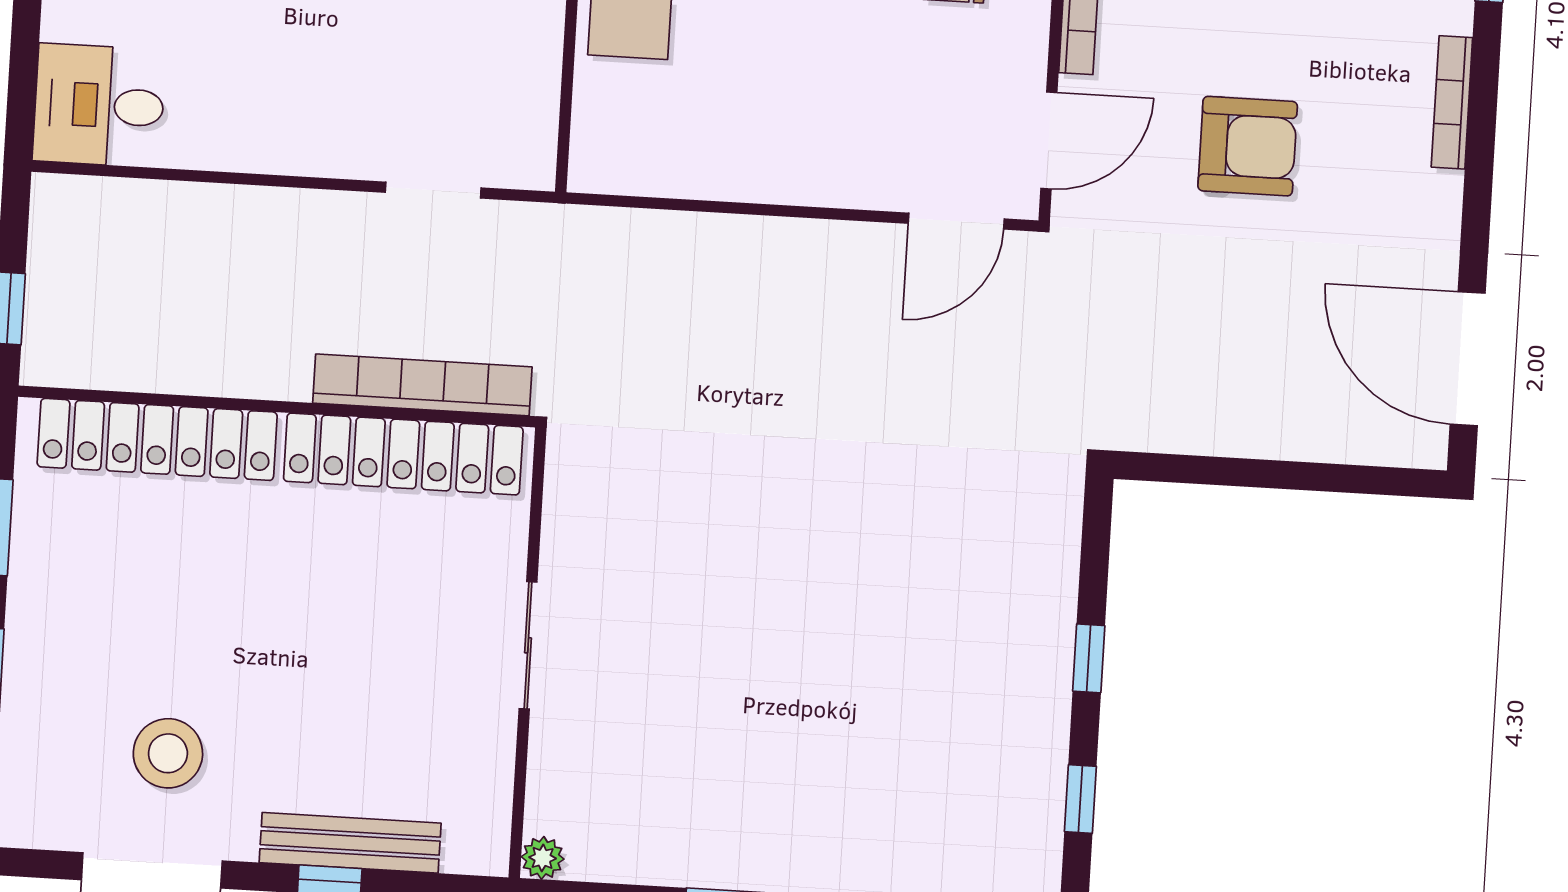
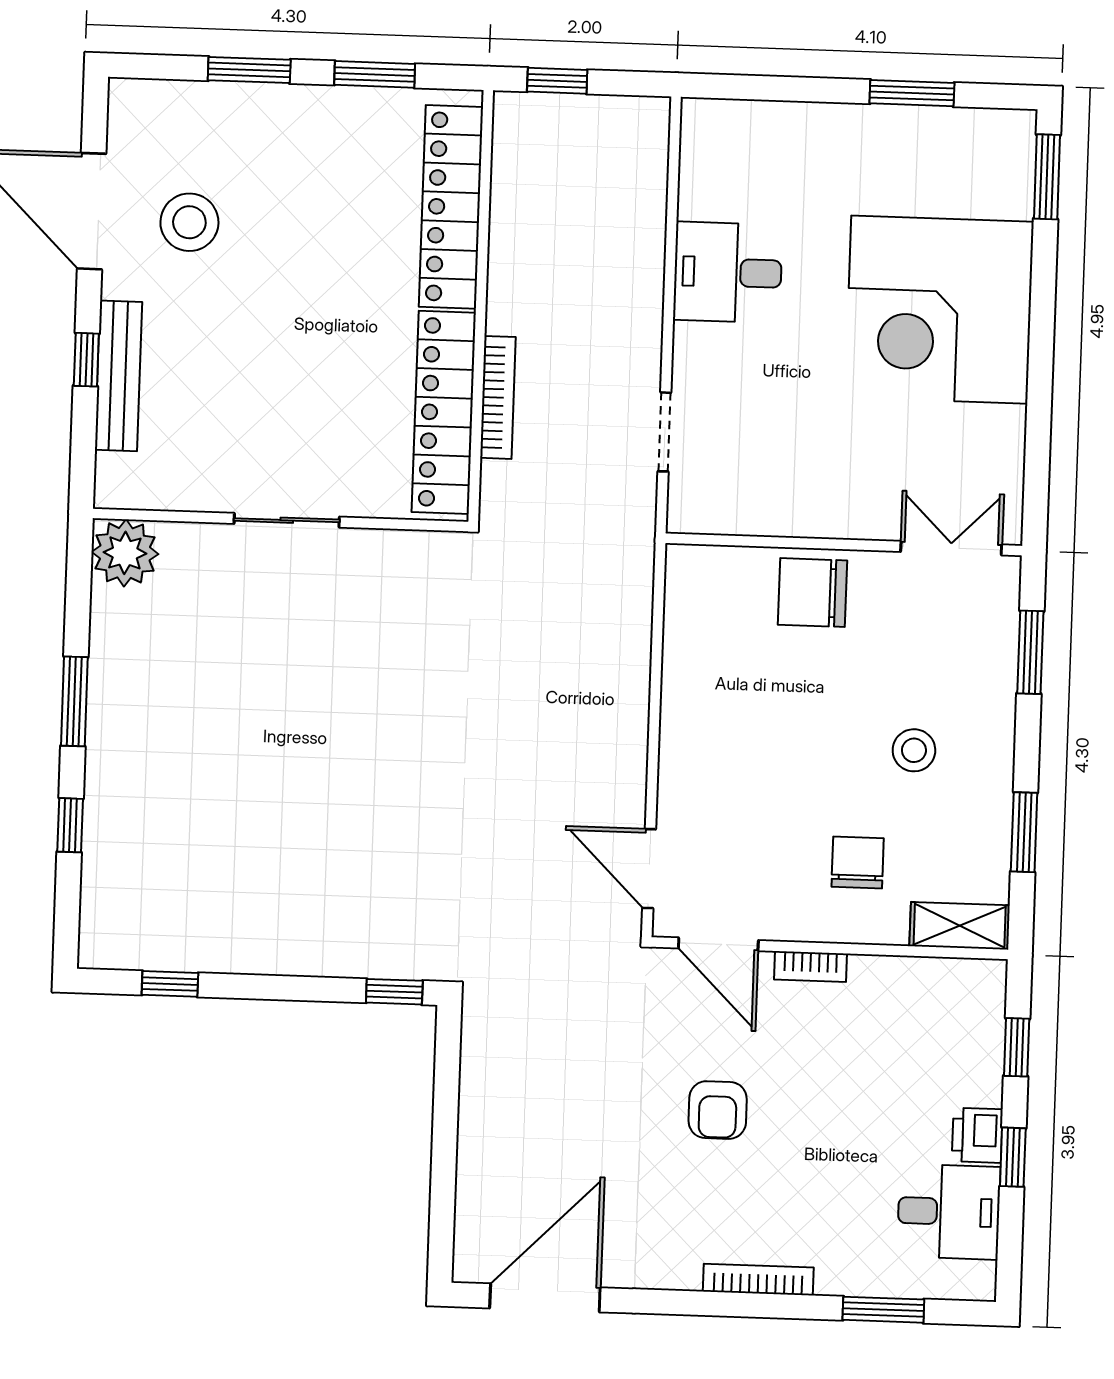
desk: (99, 105) -> (728, 272), moved, turned -90
armchair: (1248, 146) -> (718, 1110), width x0.72, depth x0.72
bookcase: (422, 385) -> (498, 397), width x0.68, depth x0.76
window: (1089, 658) -> (394, 992), moved
plant: (543, 858) -> (125, 553), width x1.87, depth x1.87

